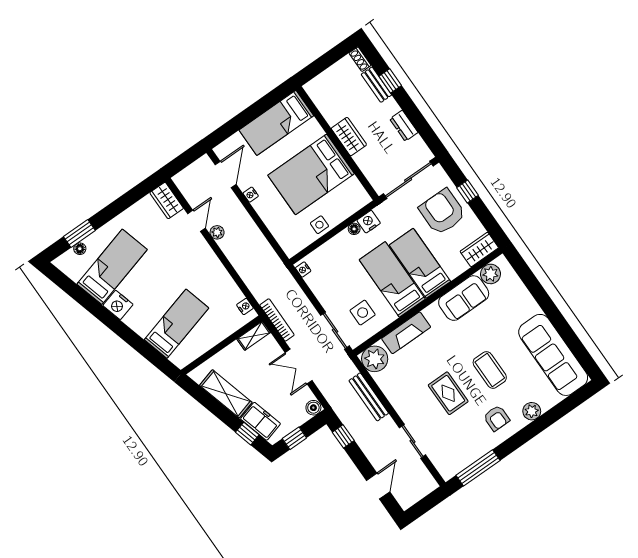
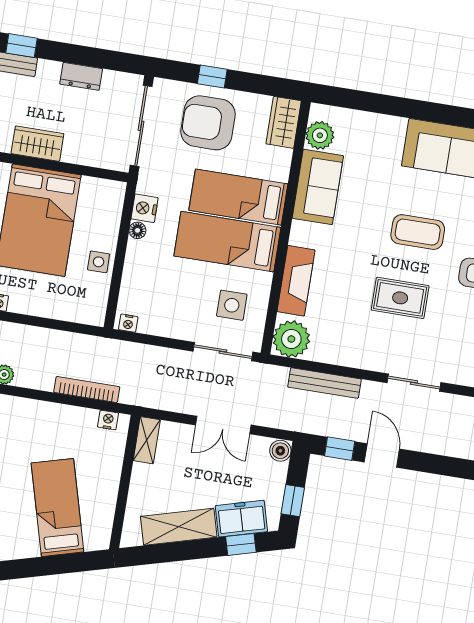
bookcase: (277, 320) -> (87, 390), moved
door: (378, 486) -> (382, 455), moved

